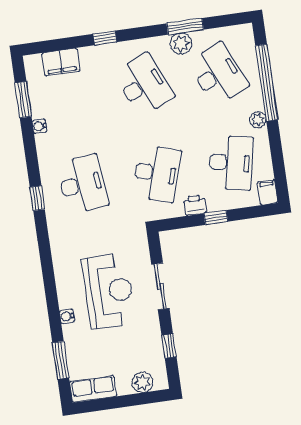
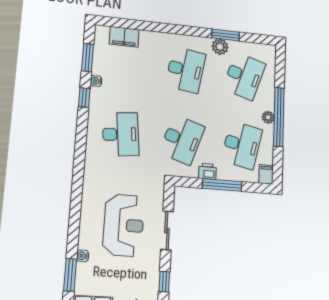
window: (105, 38) -> (163, 28), removed
desk: (218, 74) -> (244, 76), turned 42
window: (267, 83) -> (279, 117), moved
desk: (144, 85) -> (186, 70), turned 33
window: (37, 198) -> (84, 98), moved
window: (216, 218) -> (222, 185), width x2.17
water cooler: (67, 316) -> (83, 256), moved

